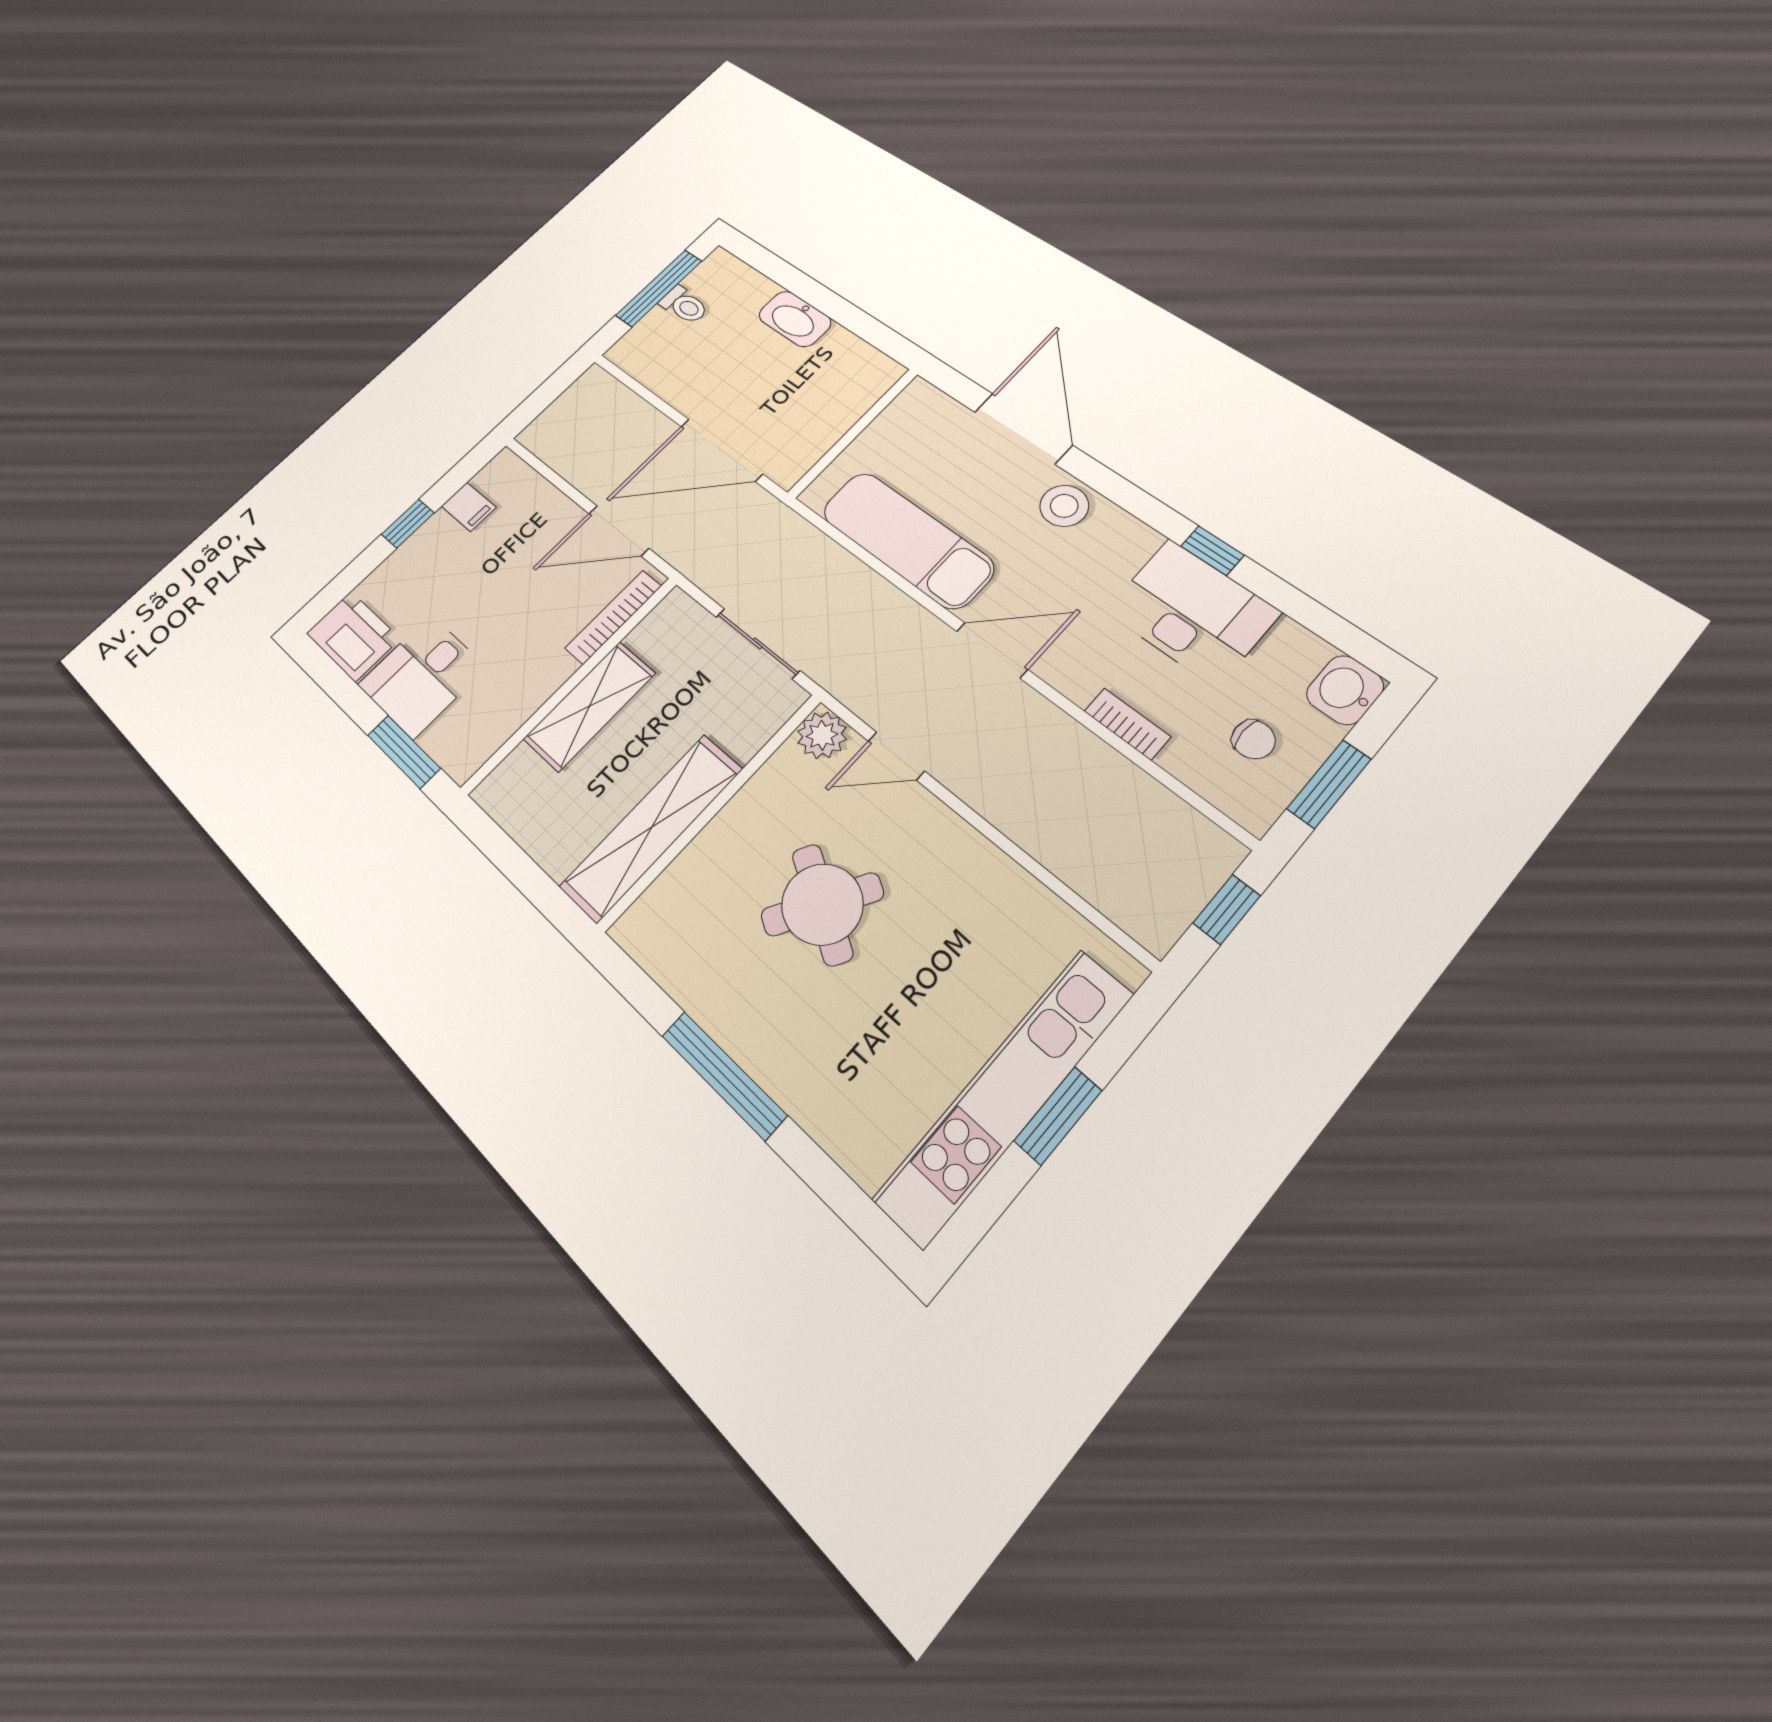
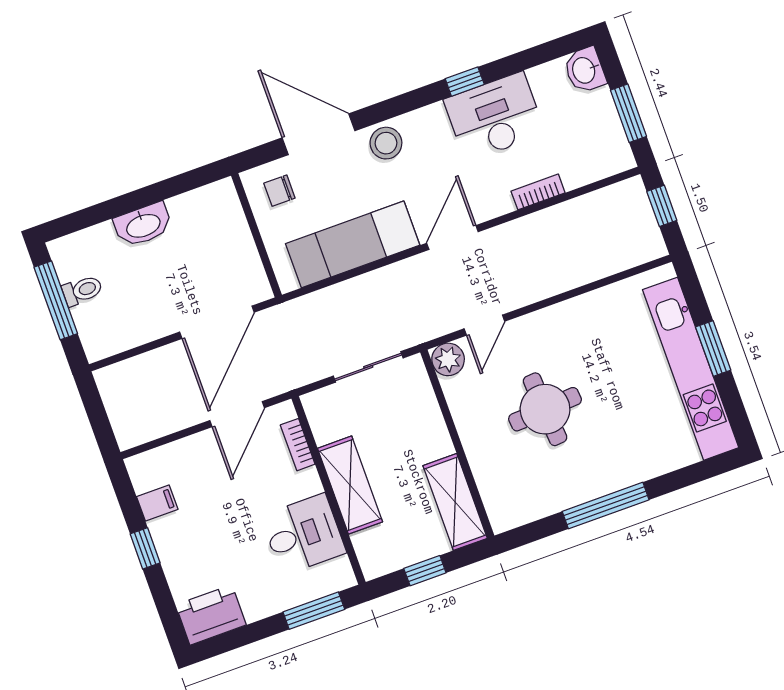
bookcase: (613, 617) -> (298, 445), width x0.64
desk: (422, 676) -> (303, 534), moved, turned -90
chair: (1254, 739) -> (279, 191), moved, turned 180
shelving: (652, 827) -> (455, 502), width x0.68
window: (515, 864) -> (425, 571), added
round table: (822, 904) -> (545, 409), turned -34

